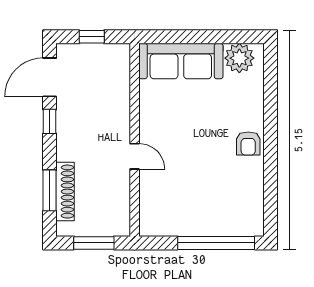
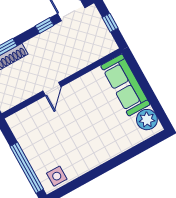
armchair: (248, 143) -> (98, 154), removed
side table: (248, 211) -> (57, 176), added

